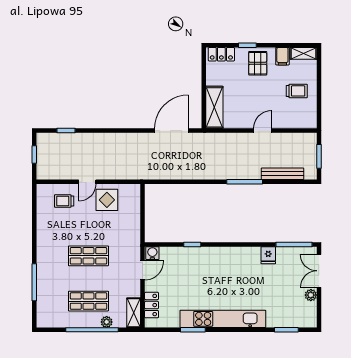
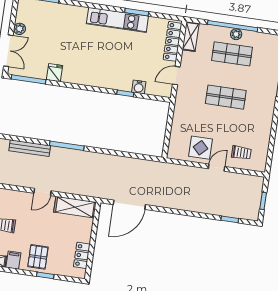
locker: (221, 54) -> (82, 255), moved, turned -90
shelving: (214, 107) -> (75, 207), moved, turned 90
water cooler: (152, 253) -> (139, 87), moved
locker: (152, 305) -> (173, 41), width x1.53
kitchen unit: (223, 319) -> (117, 20), width x0.73
plant: (107, 322) -> (236, 34), moved

